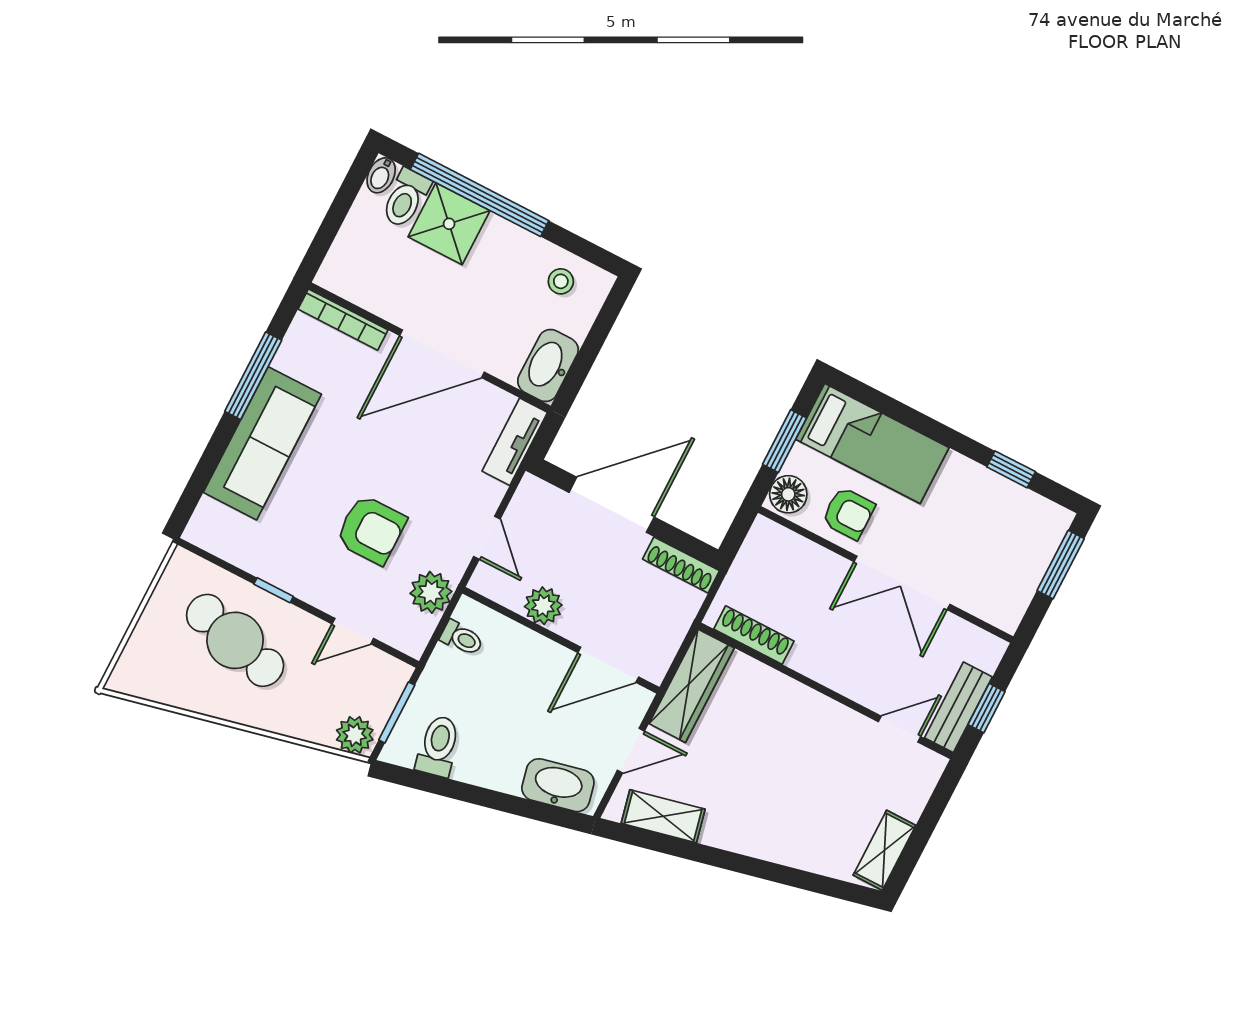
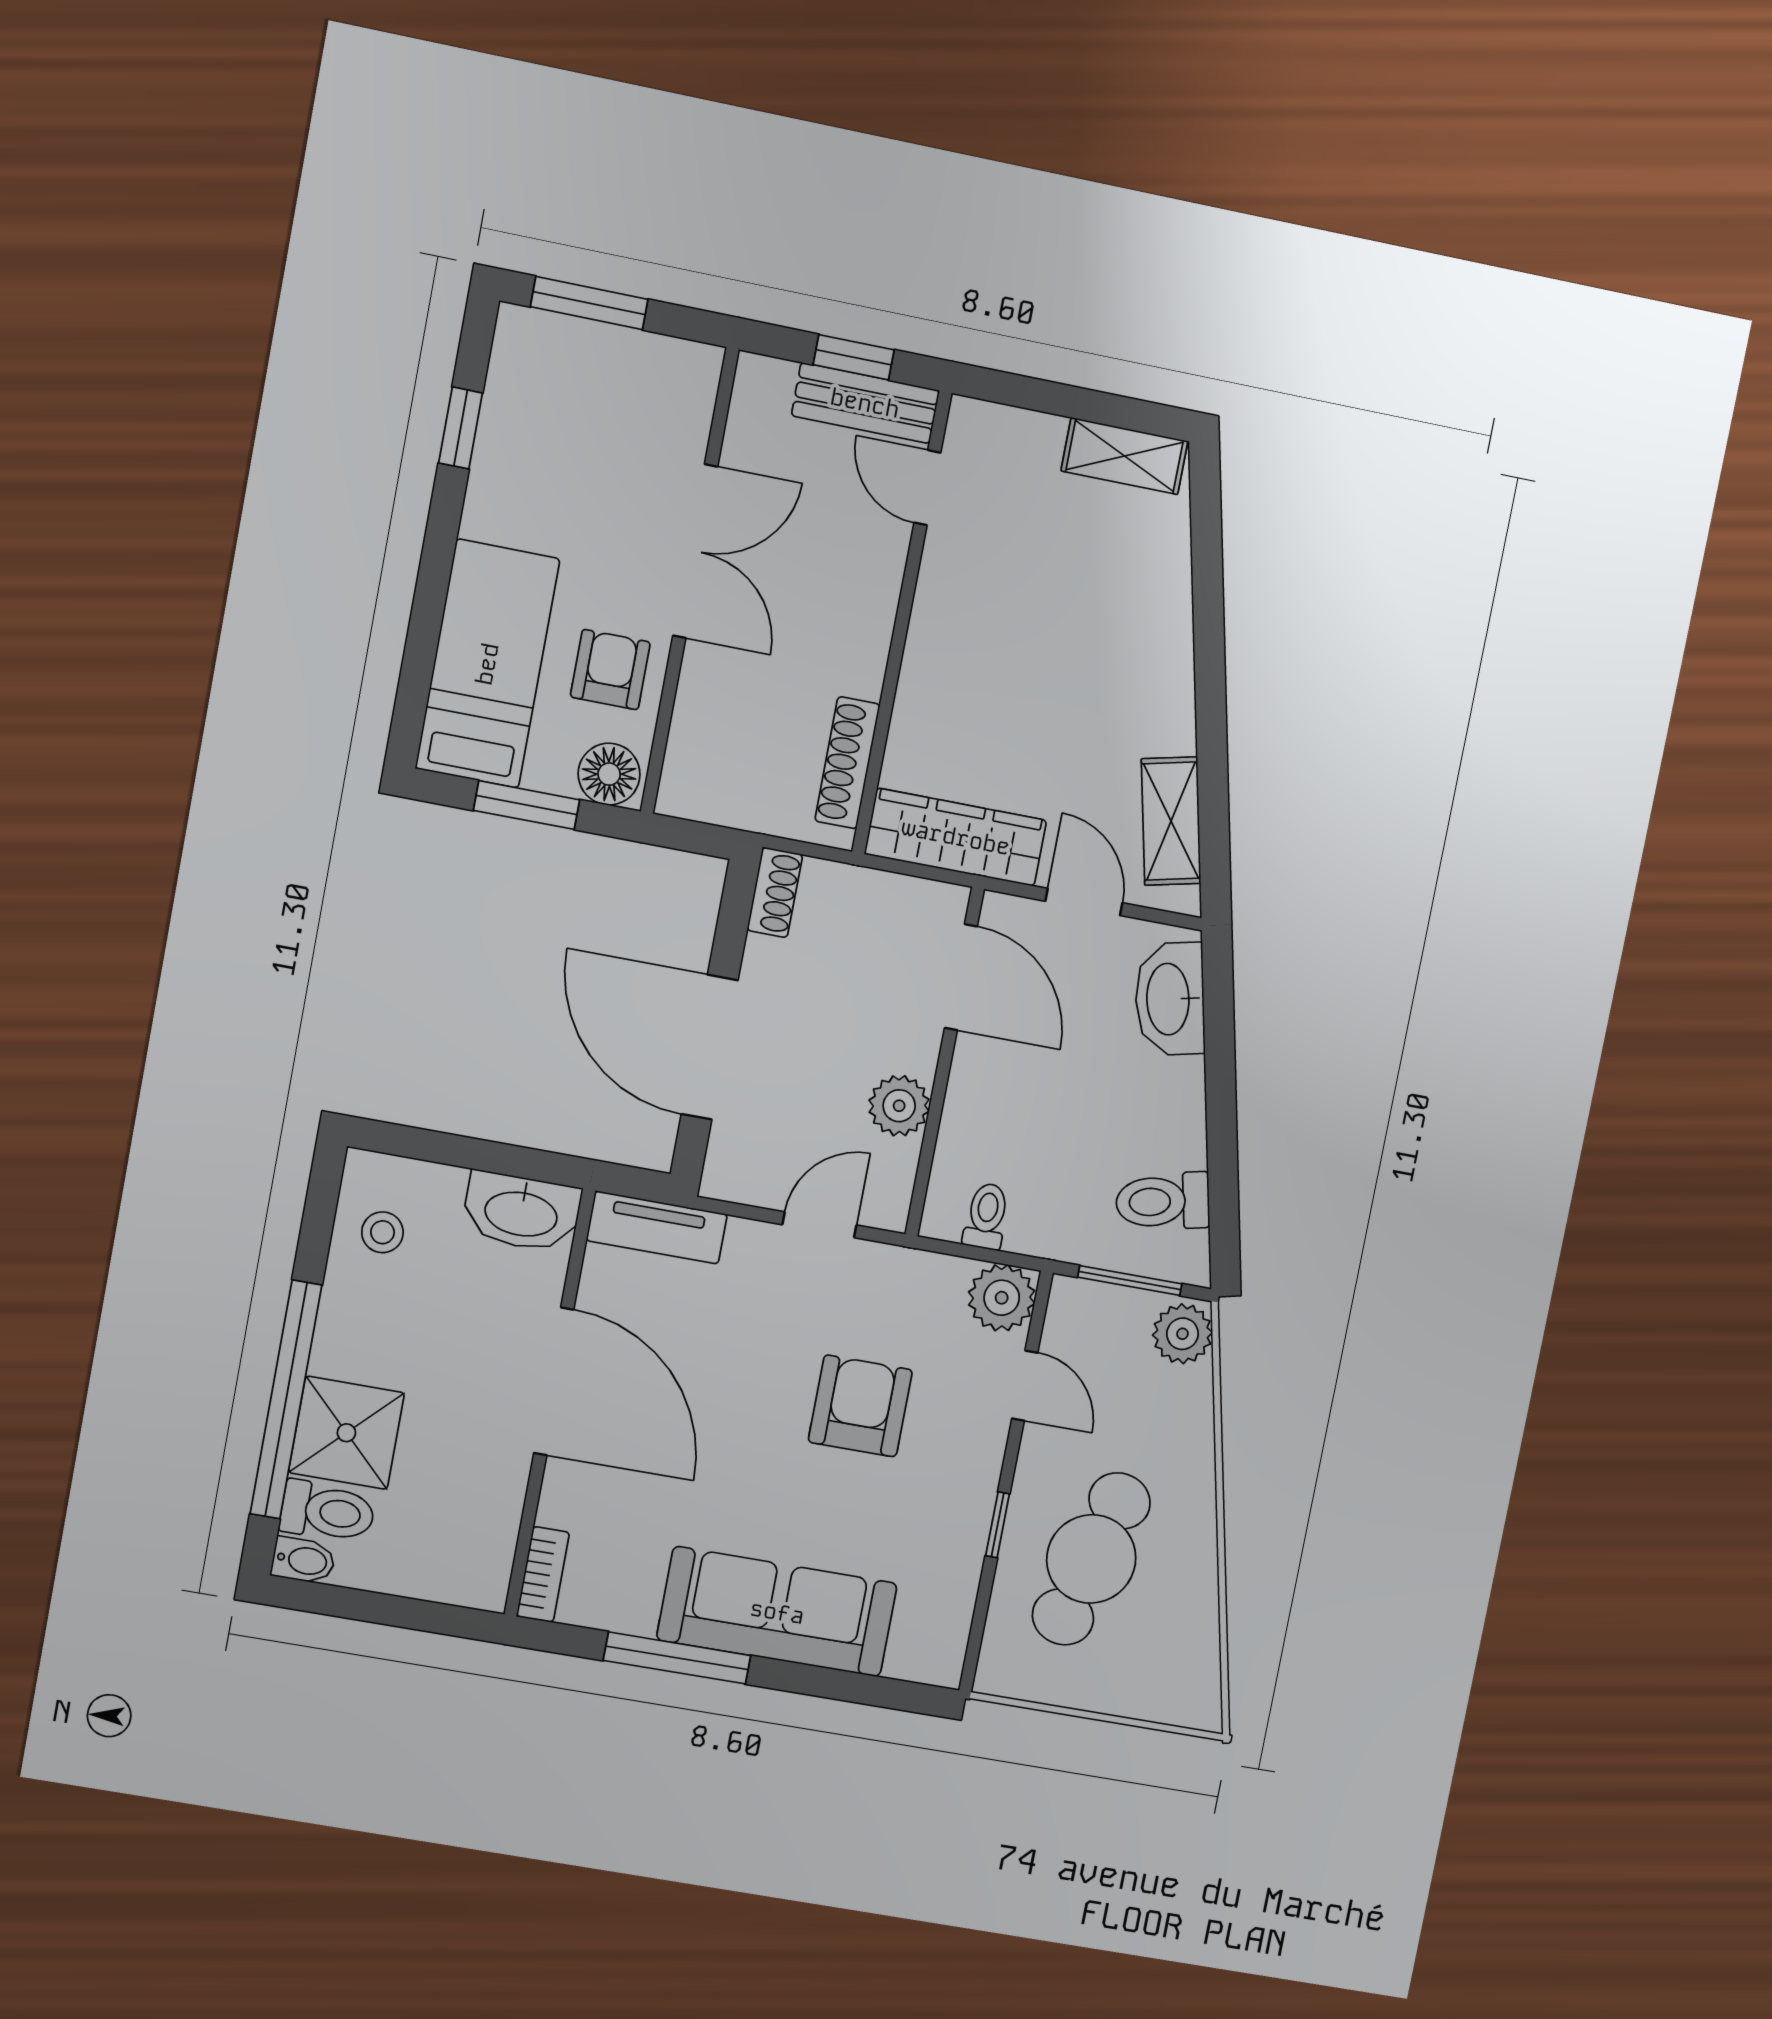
bookcase: (343, 320) -> (543, 1574), width x0.64
shoe rack: (681, 565) -> (775, 892), width x0.70
plant: (431, 592) -> (1002, 1298), moved

